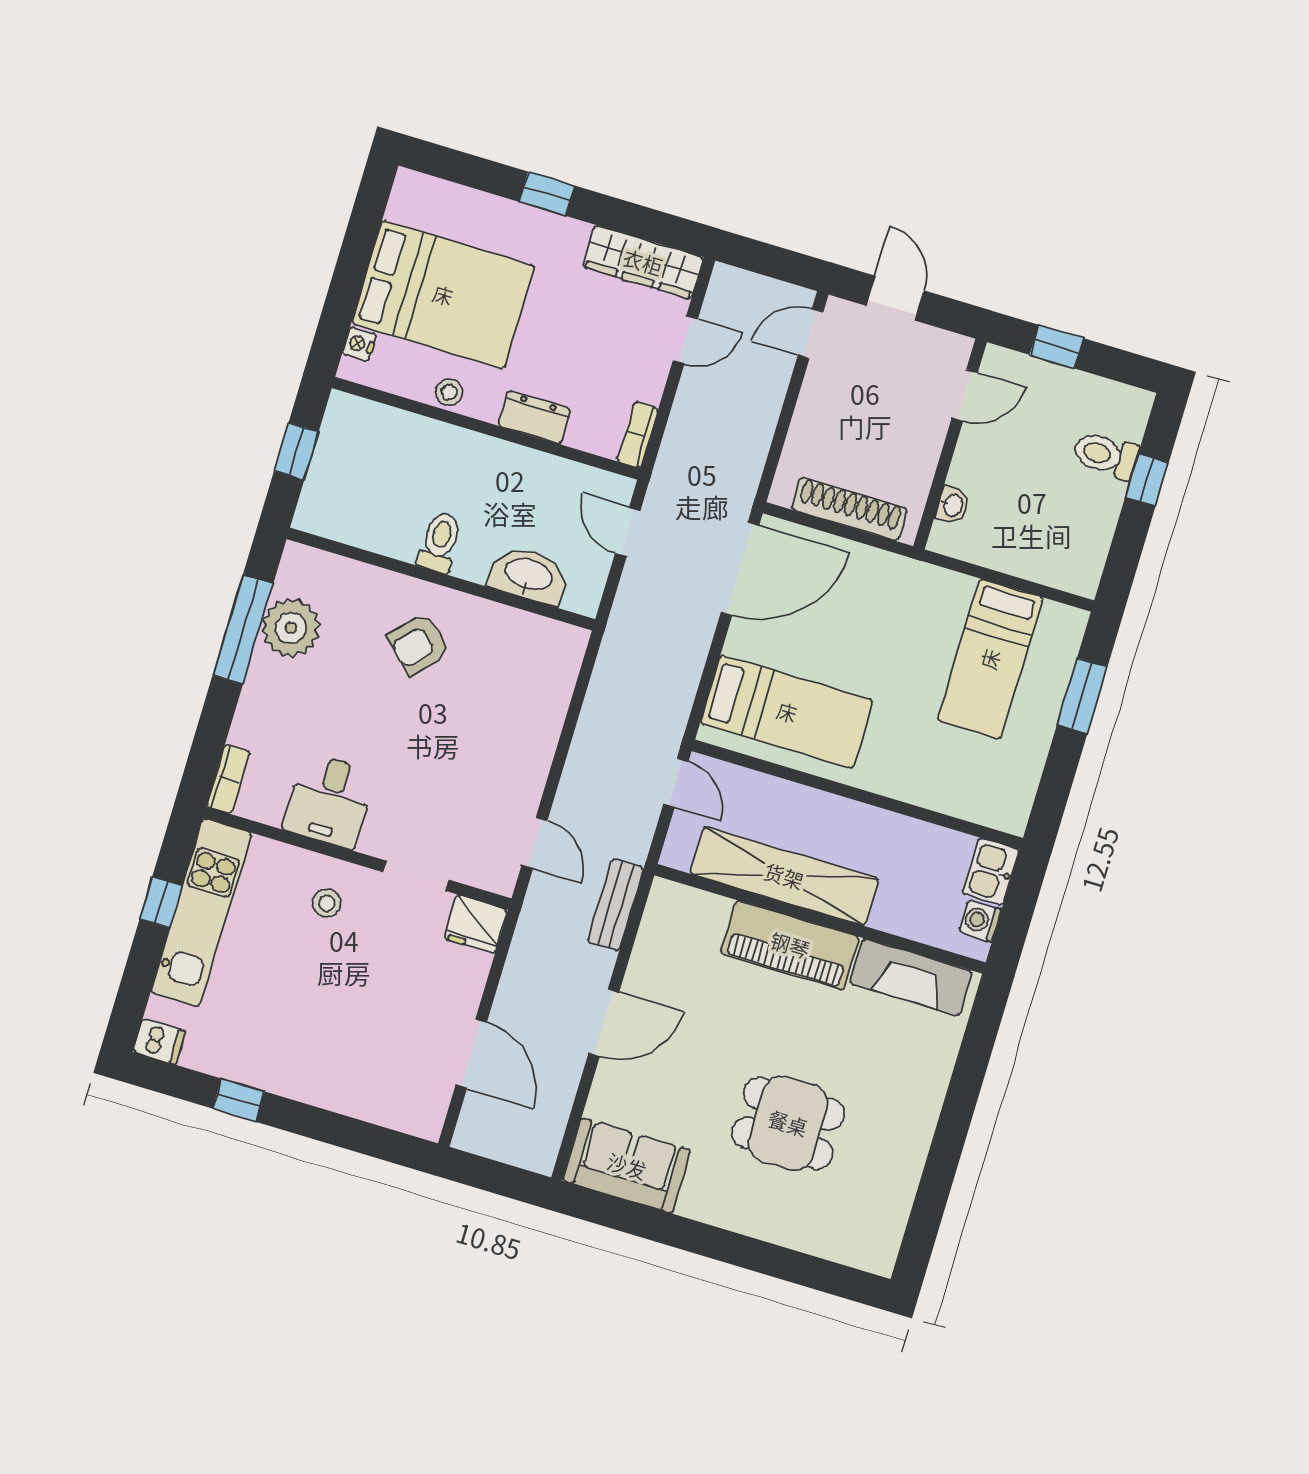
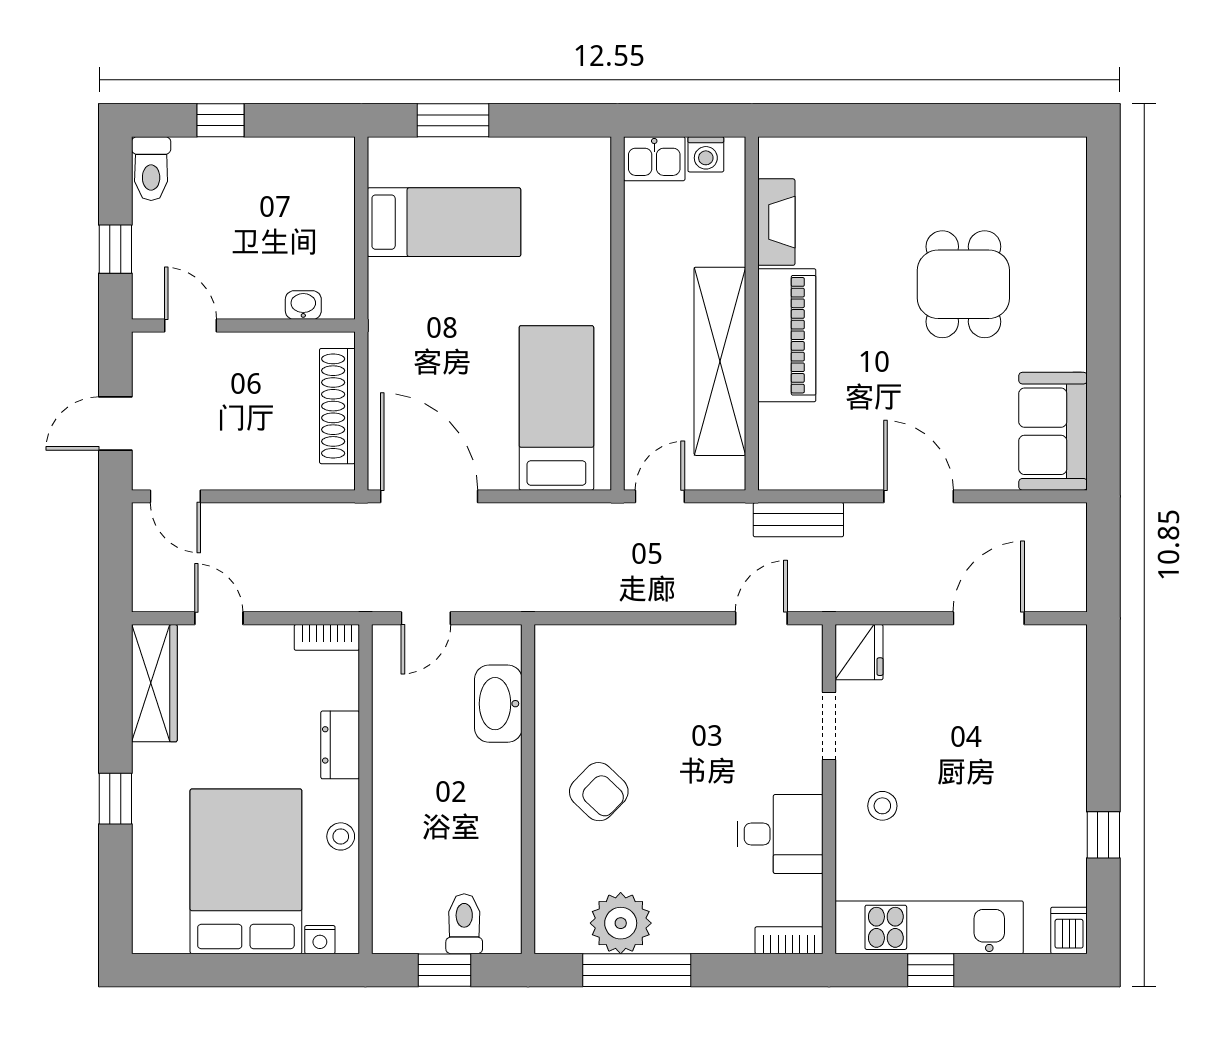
toilet: (1106, 455) -> (151, 169), moved
toilet: (440, 542) -> (464, 924), moved, turned 90
fireplace: (911, 977) -> (776, 222), width x0.73, depth x0.76

